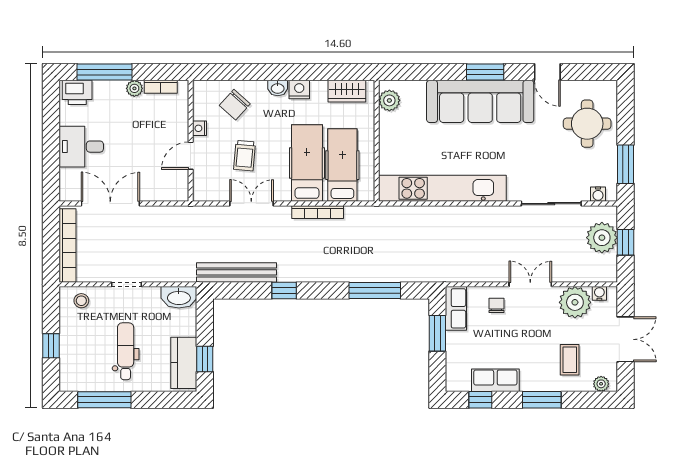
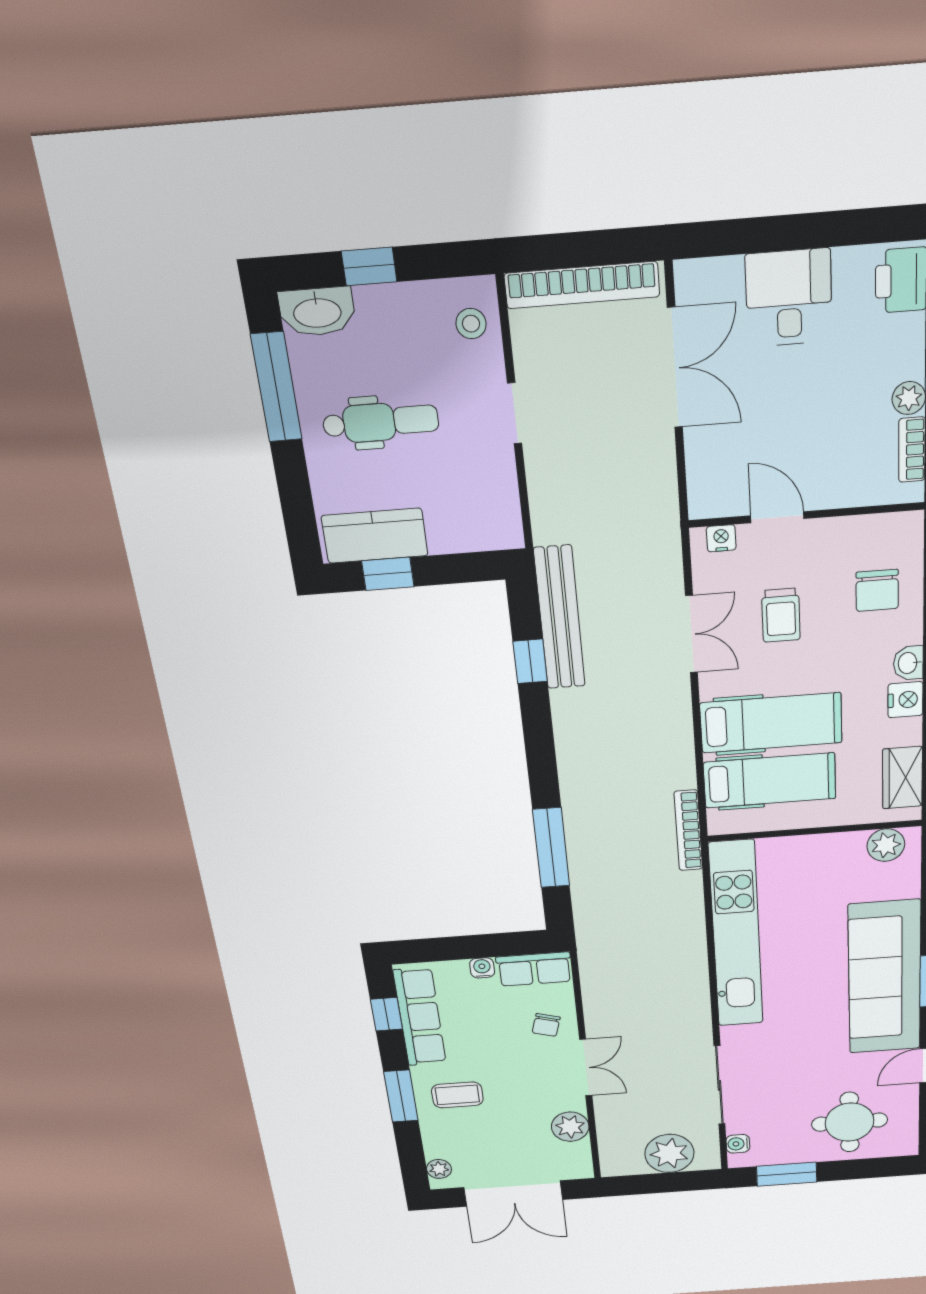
chair: (235, 105) -> (877, 590), turned -132
nightstand: (200, 128) -> (721, 538), moved
trolley: (245, 156) -> (781, 615), turned -95
bookcase: (318, 212) -> (688, 830), moved
window: (625, 242) -> (664, 1183), removed
window: (284, 290) -> (530, 661), moved
water cooler: (599, 293) -> (482, 968), moved, turned -90
washbasin: (179, 297) -> (317, 312), moved, turned -90
plant: (575, 302) -> (570, 1127), width x0.73, depth x0.73
chair: (497, 305) -> (546, 1025), turned 106
window: (437, 333) -> (489, 946), removed
double door: (625, 339) -> (513, 1194), width x1.37
coffee table: (570, 360) -> (457, 1095), moved
row of seats: (495, 380) -> (420, 1017), width x1.48

